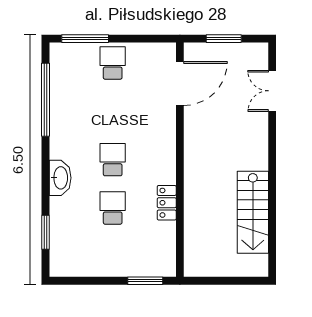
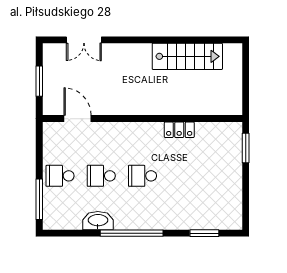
door: (180, 84) -> (78, 119), width x0.73
window: (45, 100) -> (132, 233), moved
washbasin: (60, 178) -> (98, 221), moved
school desk: (113, 208) -> (101, 176), moved

